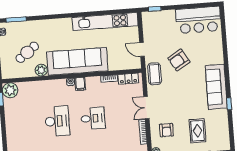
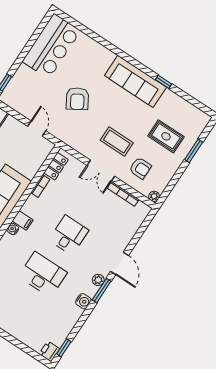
door: (142, 49) -> (37, 129), swing flipped
coffee table: (155, 74) -> (117, 142), moved

